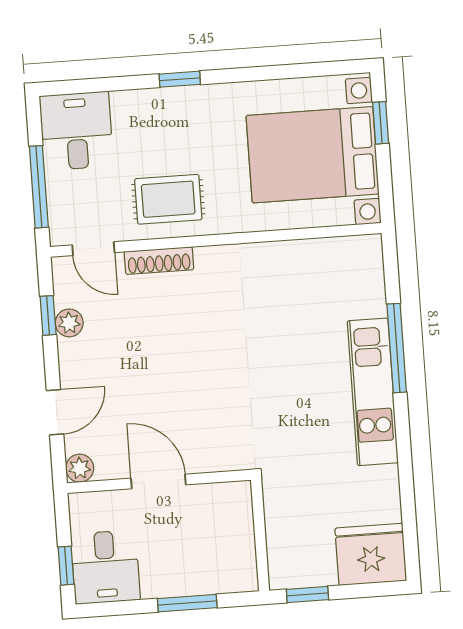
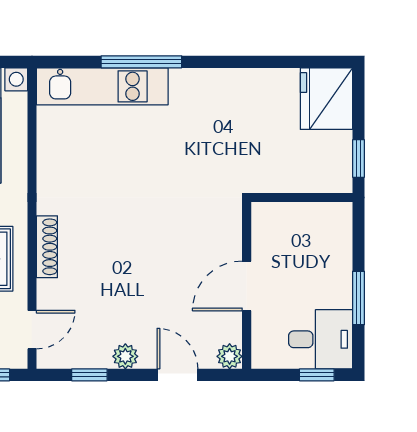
shoe rack: (159, 261) -> (47, 247), moved
plant: (69, 323) -> (125, 356), moved
kitchen unit: (373, 392) -> (102, 86), moved
window: (187, 603) -> (358, 298), moved

